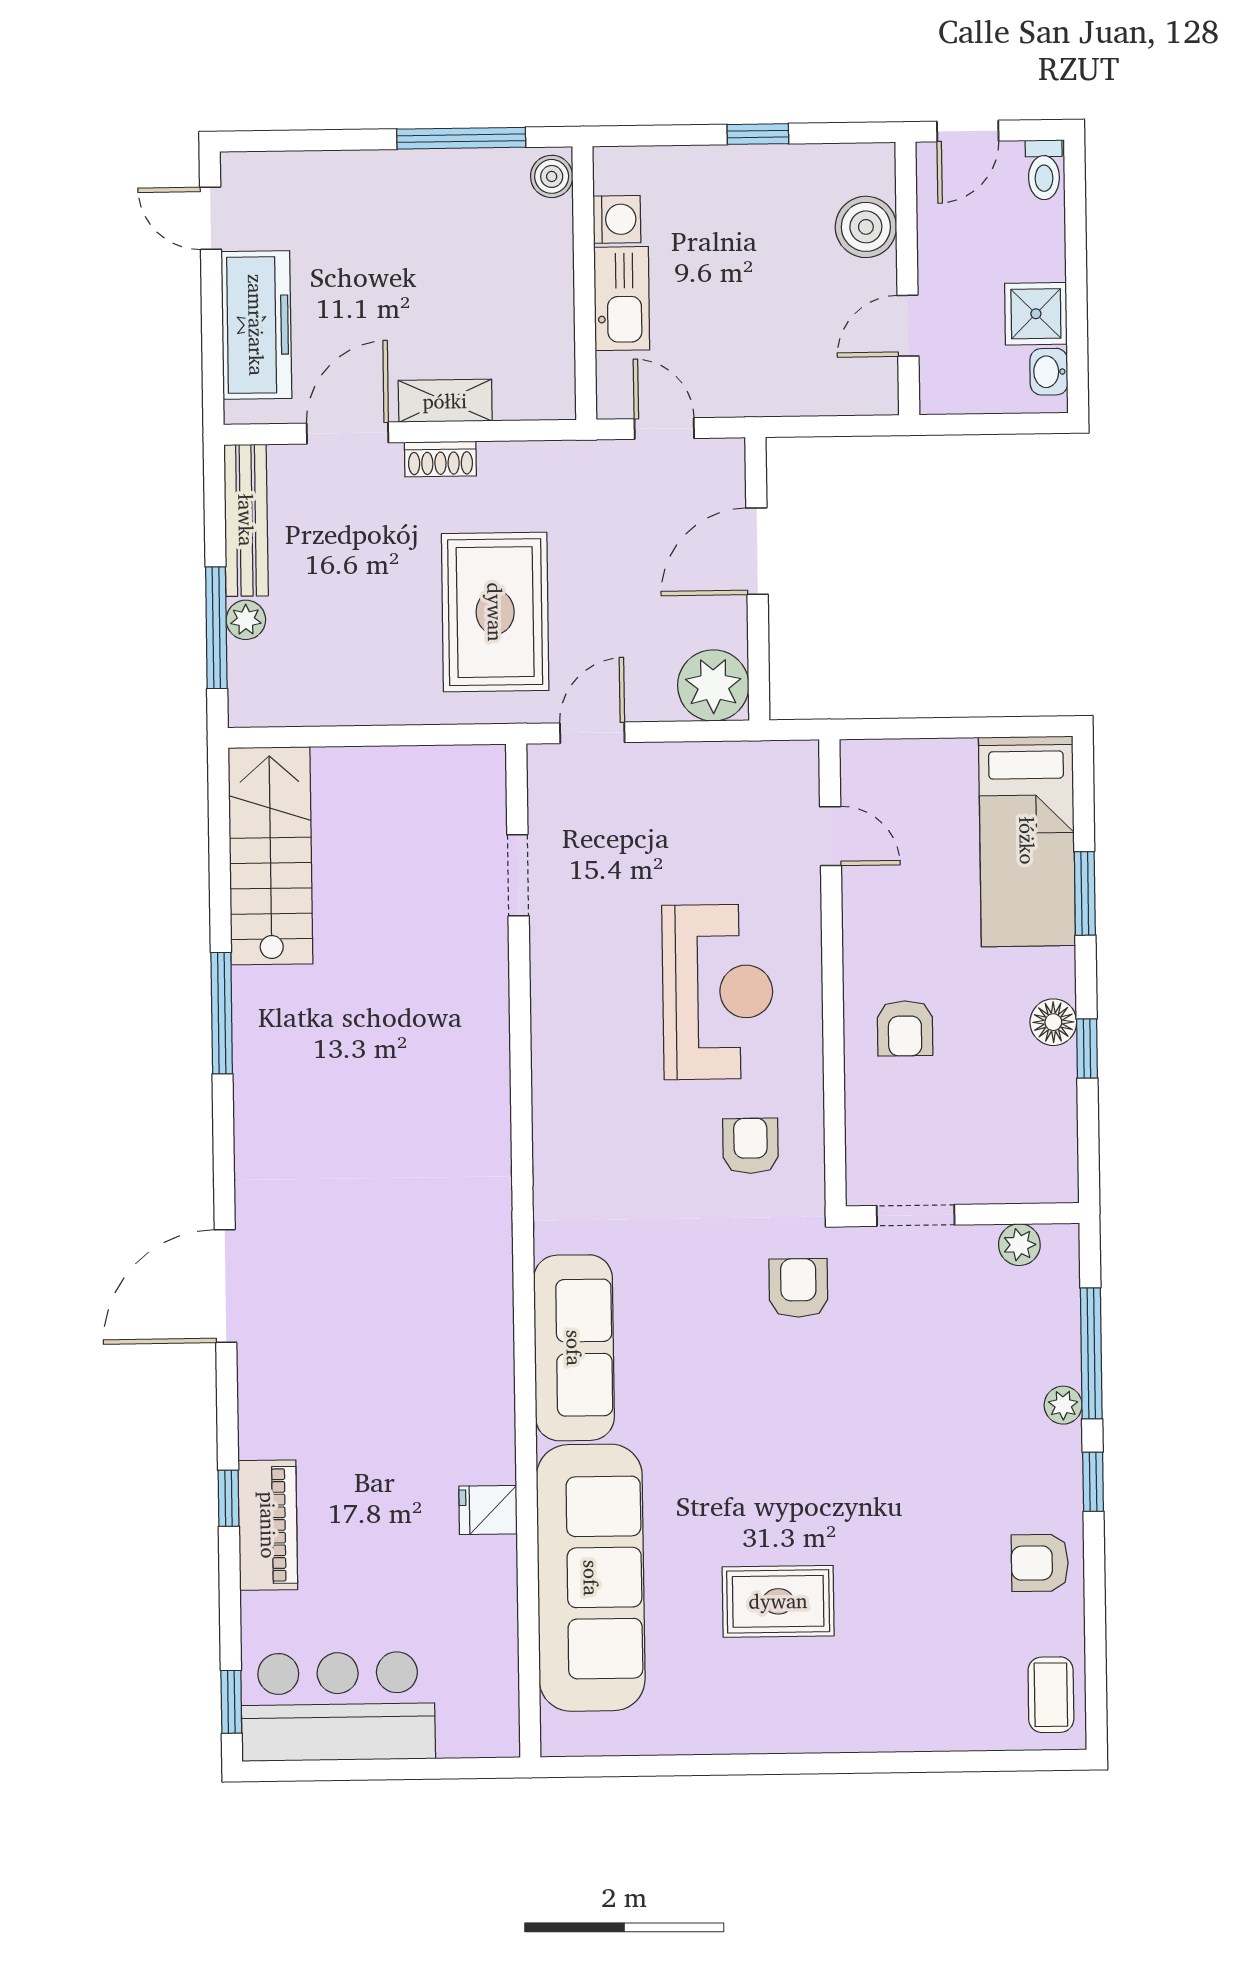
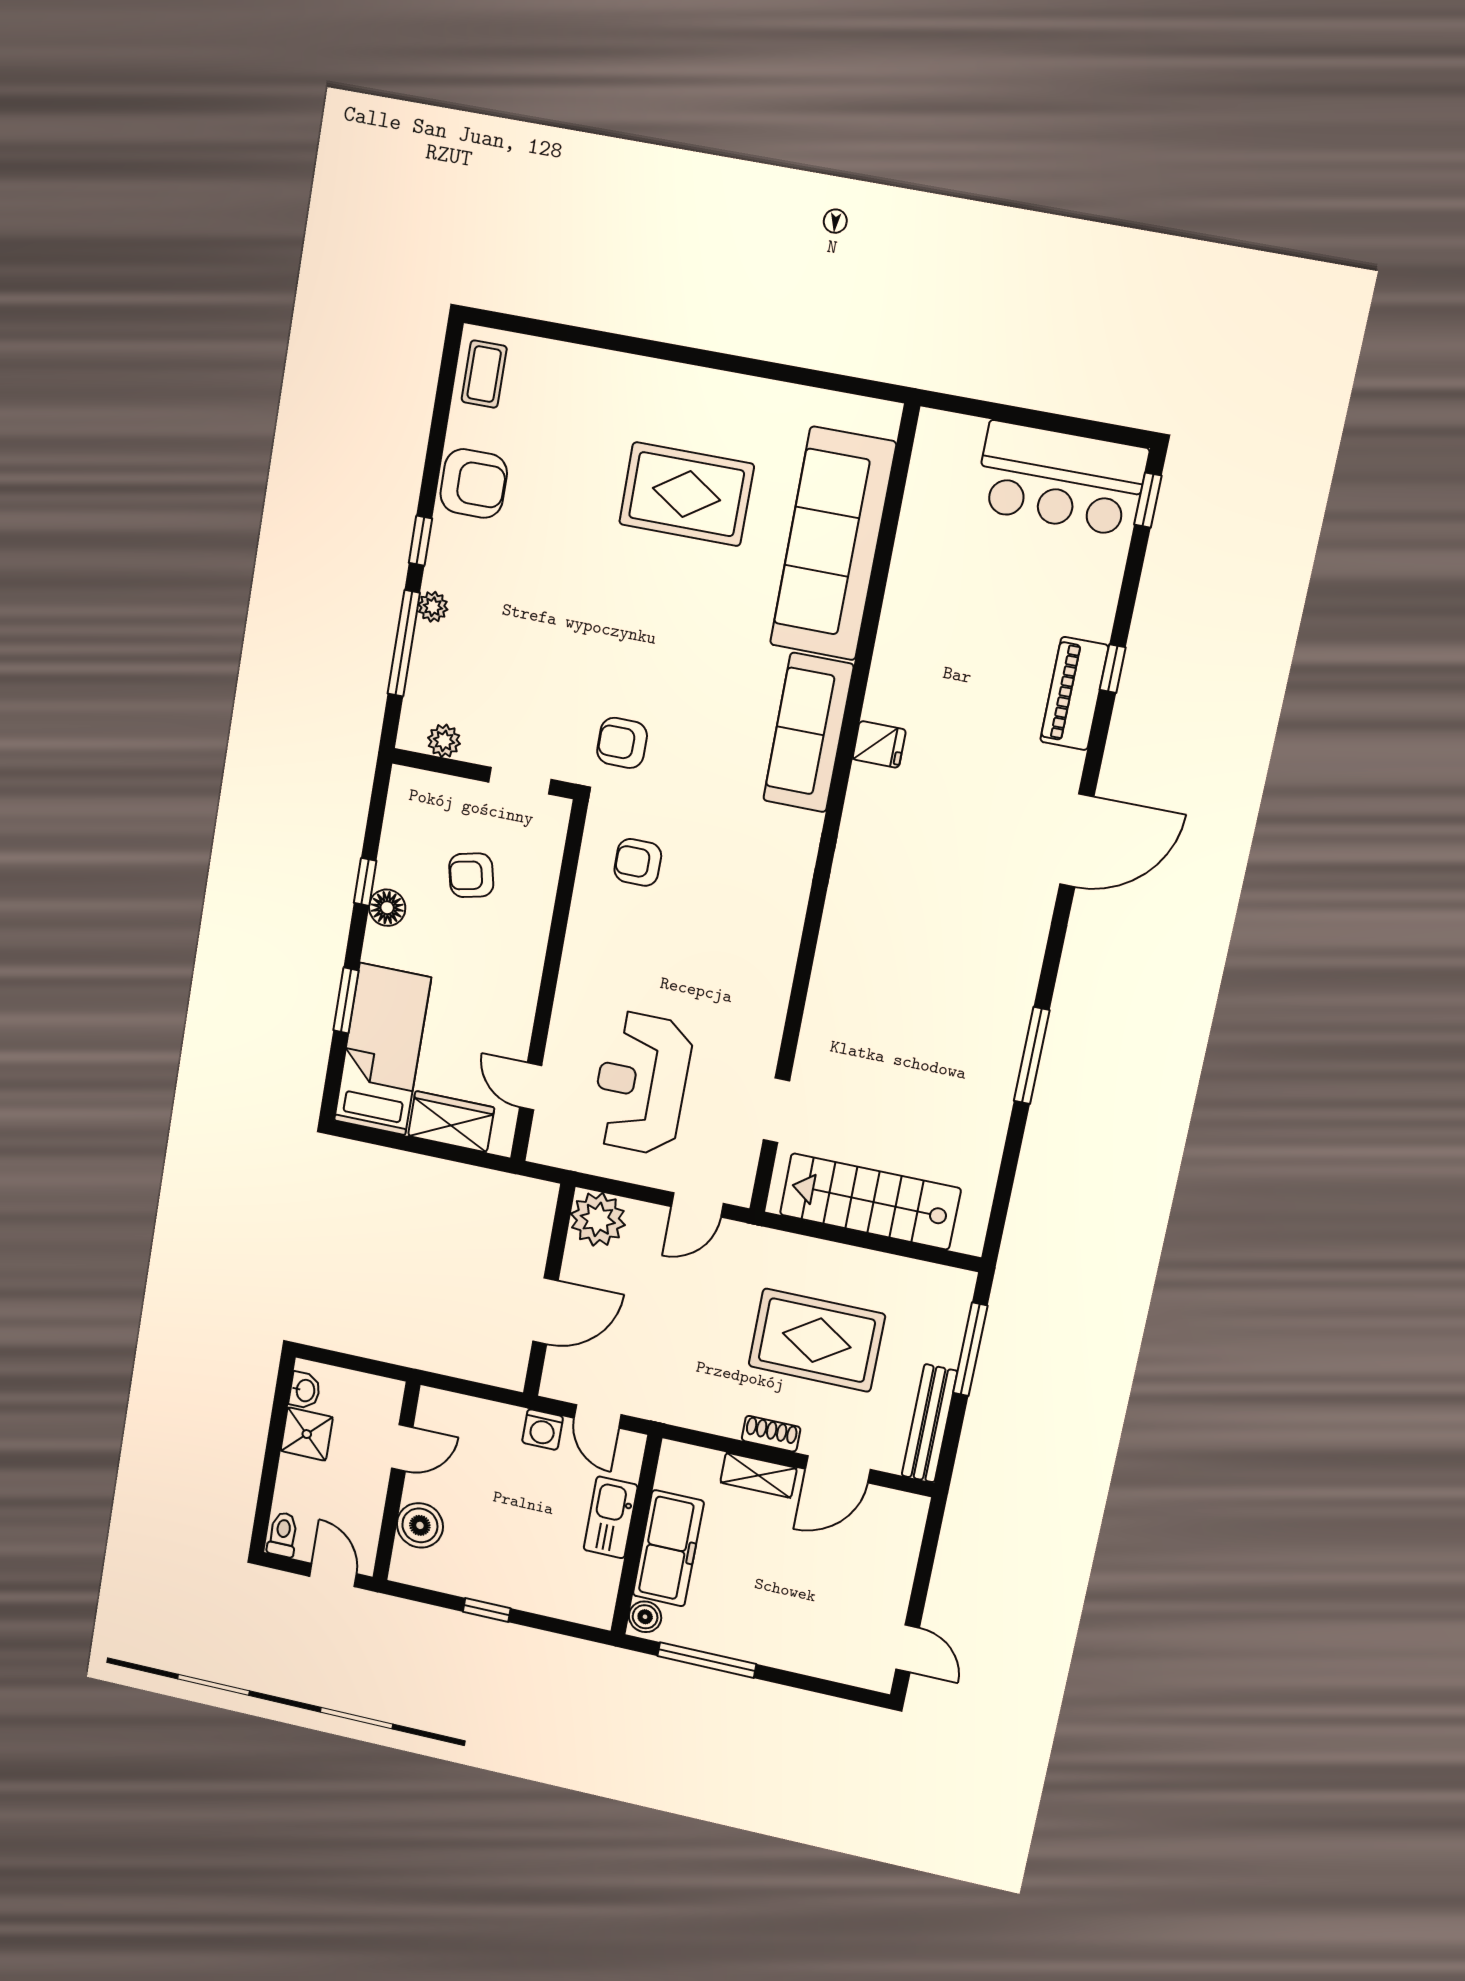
door: (968, 131) -> (333, 1575), hinge flipped
washing machine: (617, 219) -> (543, 1430), moved, turned -90
freezer: (256, 325) -> (668, 1548), moved, turned 180
rug: (495, 612) -> (817, 1340), moved, turned 90
plant: (246, 620) -> (946, 1350), removed
wardrobe: (923, 768) -> (451, 1122), added
stairs: (270, 856) -> (870, 1201), moved, turned 90
reception desk: (718, 992) -> (641, 1083), moved
armchair: (905, 1028) -> (471, 875), moved, turned -103
armchair: (750, 1146) -> (638, 862), turned 90
armchair: (798, 1288) -> (622, 743), turned 90
fridge: (488, 1510) -> (879, 744), moved
piano: (268, 1525) -> (1074, 694), moved
armchair: (1040, 1563) -> (474, 483), width x1.38, depth x1.38
rug: (778, 1601) -> (687, 494), width x1.36, depth x1.43

